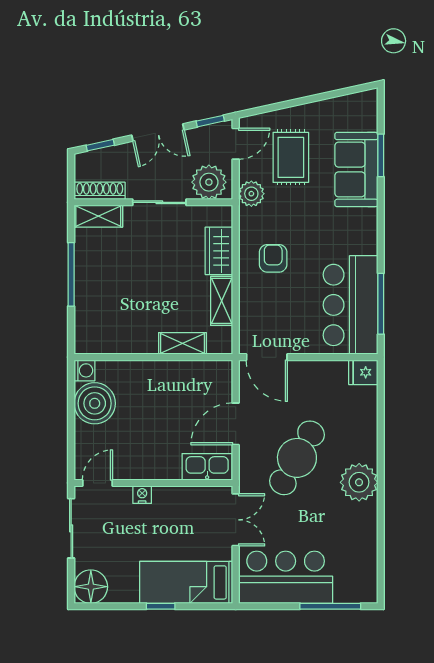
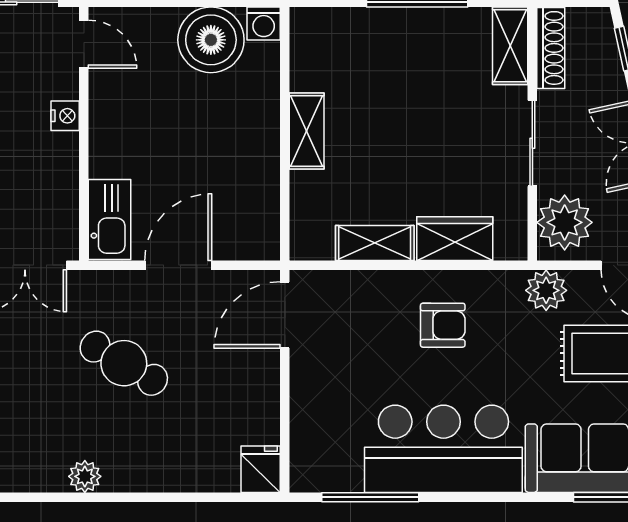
bar counter: (351, 305) -> (443, 449), moved
shelving: (182, 343) -> (307, 131), moved
door: (236, 424) -> (178, 265), hinge flipped
cafe table: (297, 458) -> (124, 363), width x0.73, depth x0.74
plant: (359, 482) -> (85, 476), width x0.53, depth x0.53

